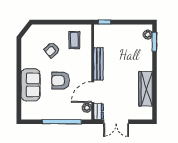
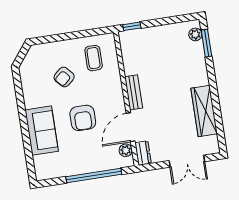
bench: (99, 64) -> (134, 92), width x0.73
armchair: (60, 81) -> (83, 118), turned -90
double door: (116, 122) -> (187, 161), moved

